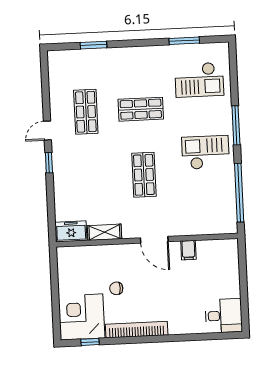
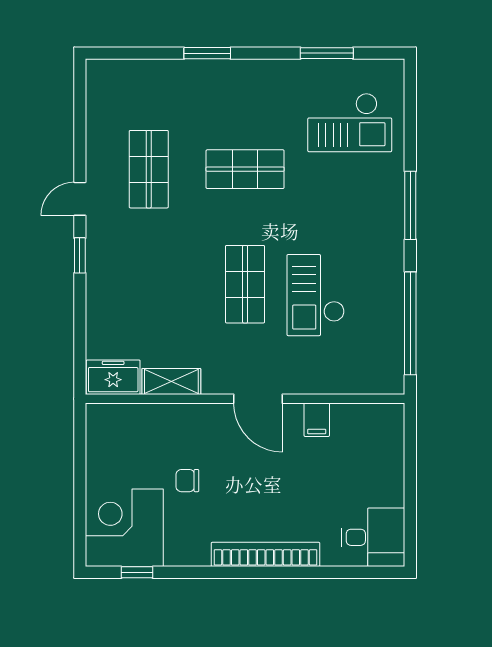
window: (94, 45) -> (207, 53), moved
checkout: (206, 152) -> (316, 295), moved, turned -90
bookcase: (137, 330) -> (265, 554), moved

